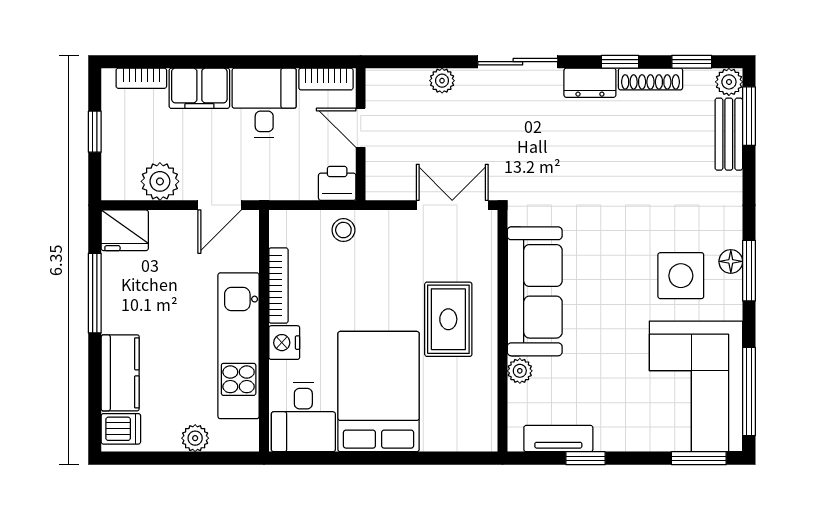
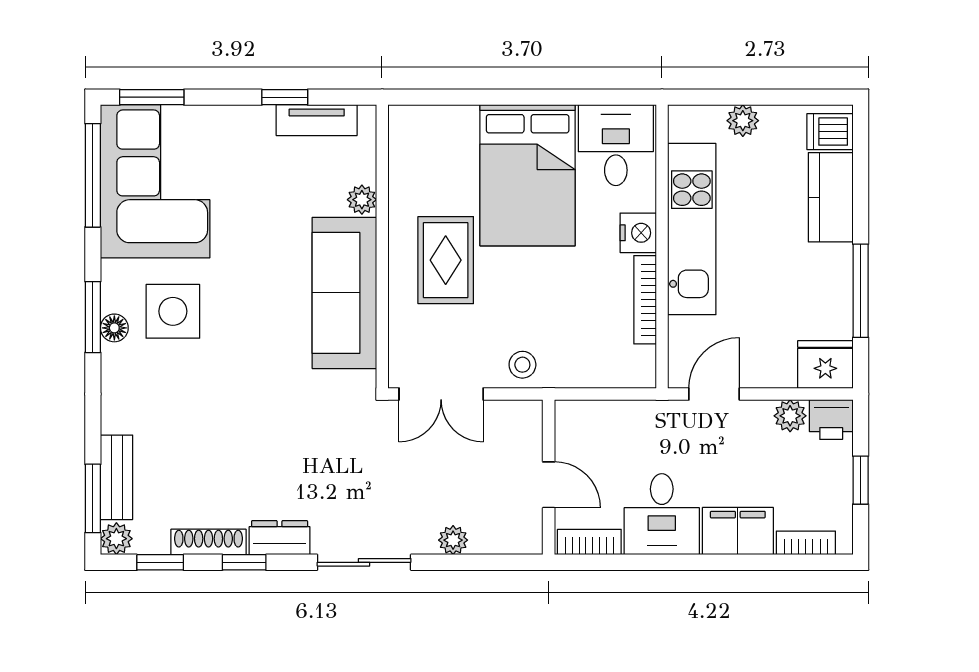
plant: (160, 181) -> (790, 416), width x0.73, depth x0.73
printer: (337, 183) -> (831, 420), moved
stool: (343, 230) -> (522, 365), moved

